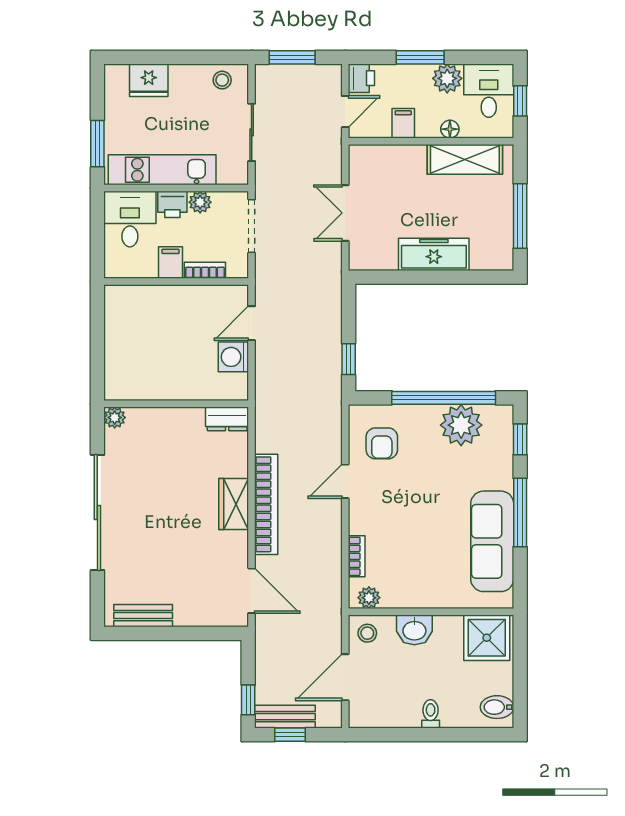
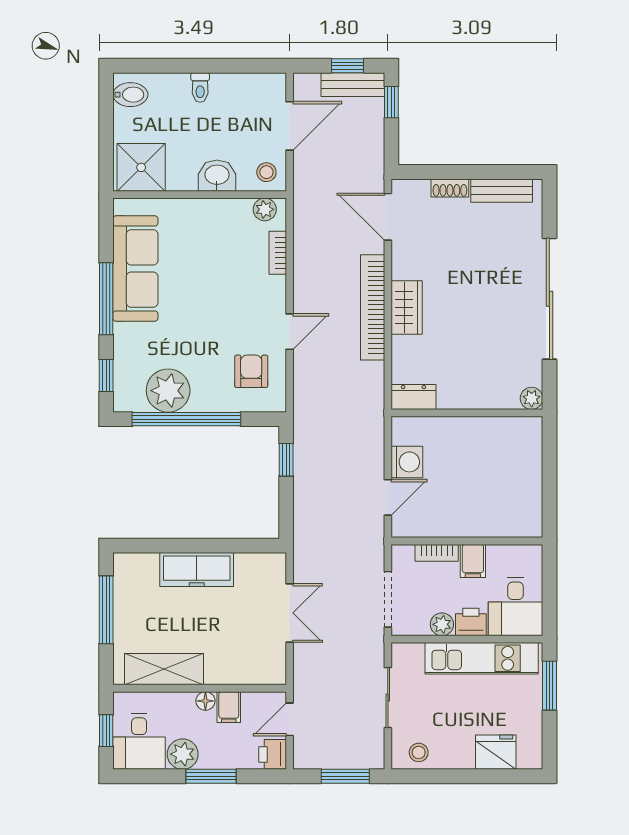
floor lamp: (450, 129) -> (205, 701), moved
shoe rack: (192, 618) -> (450, 188), added

